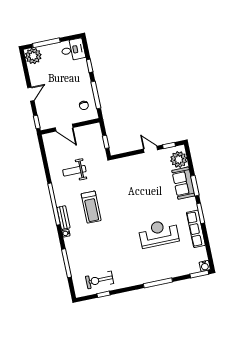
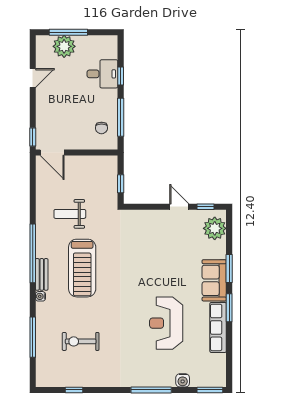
desk: (73, 50) -> (102, 74), moved
plant: (33, 56) -> (64, 46), moved
door: (31, 94) -> (33, 78), moved
door: (64, 128) -> (52, 152), moved
sofa: (183, 183) -> (214, 280), moved
treadmill: (91, 207) -> (82, 268), width x1.37, depth x1.38
reception desk: (159, 233) -> (166, 323), turned -90
water cooler: (205, 266) -> (183, 380), moved
exercise bike: (100, 280) -> (81, 341), moved

